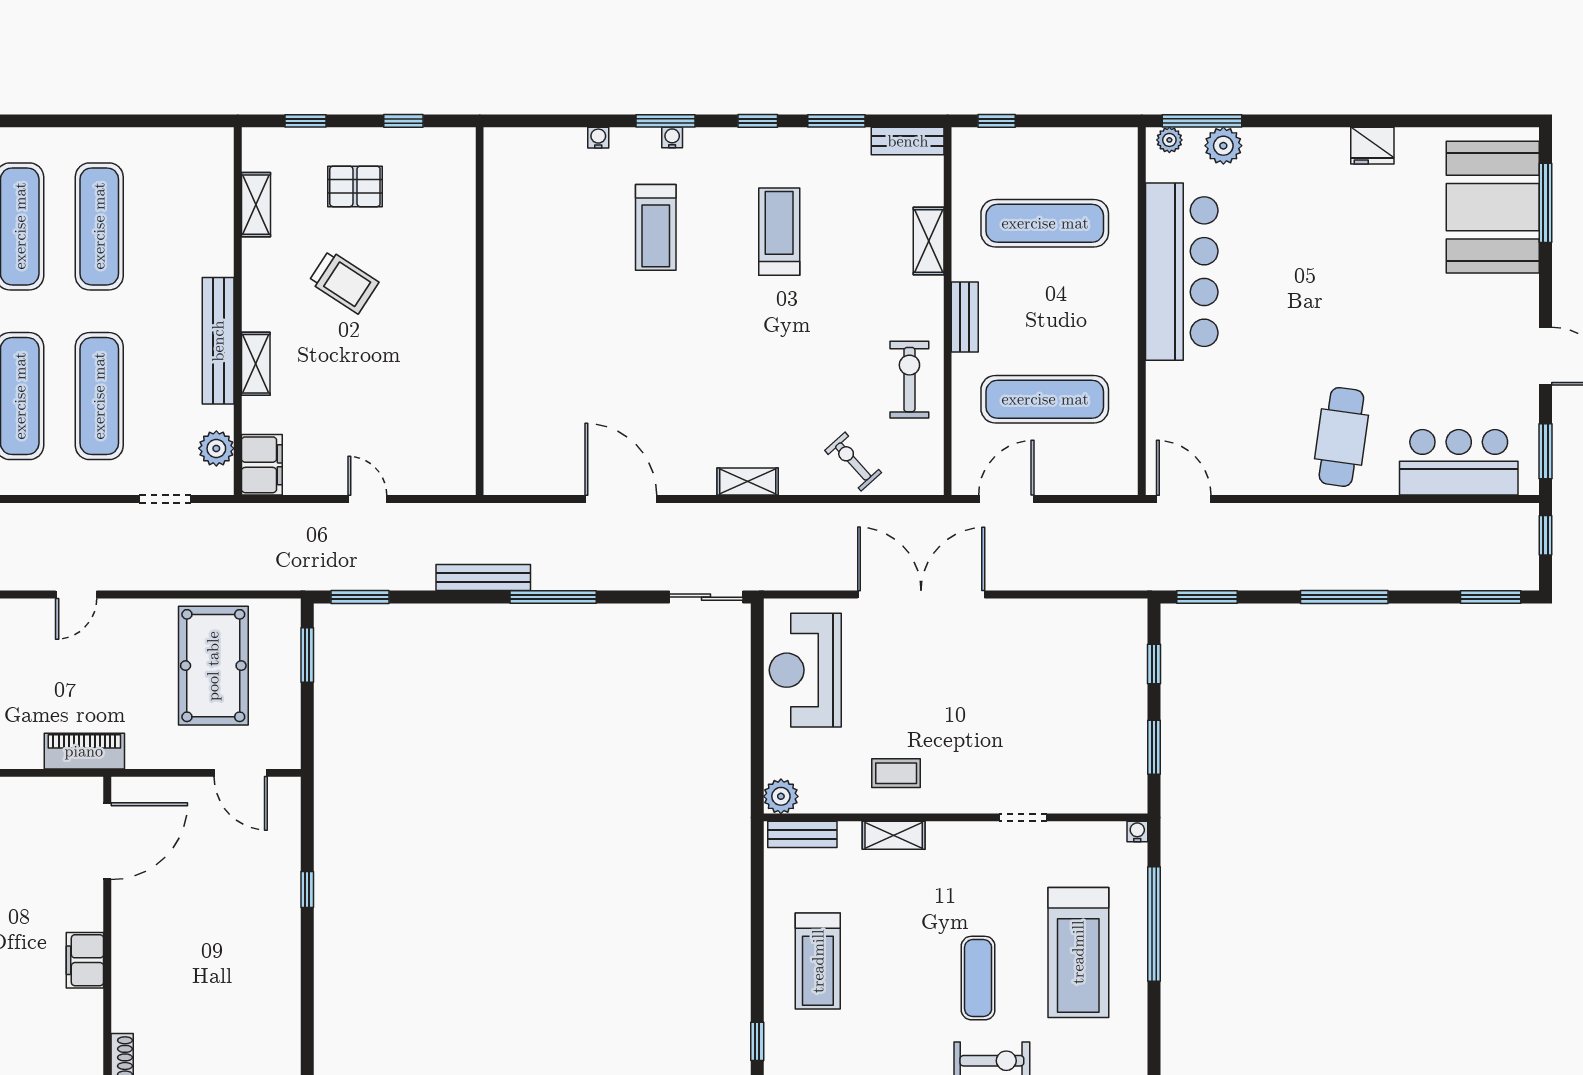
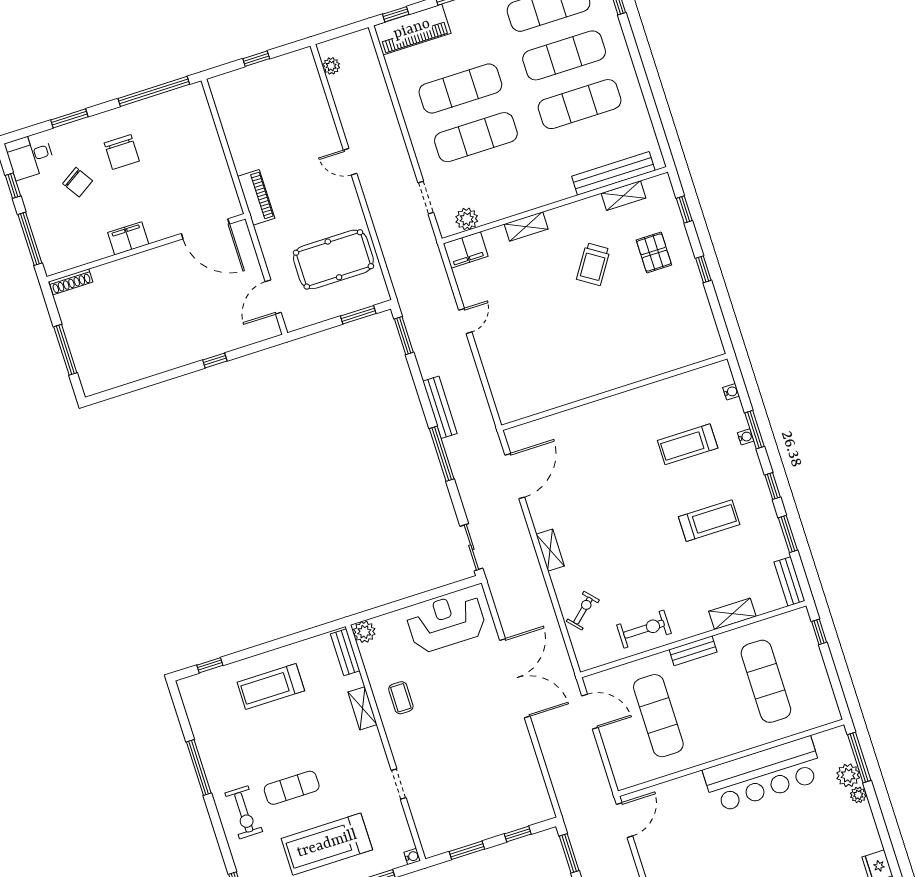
plant: (1169, 140) -> (858, 795), moved
wall: (480, 311) -> (614, 392), moved
bench: (218, 341) -> (613, 173), moved

